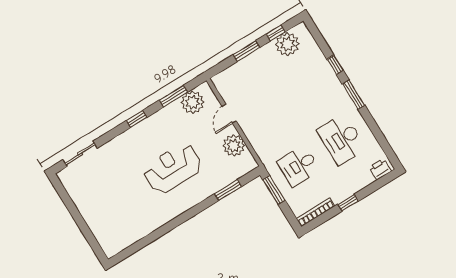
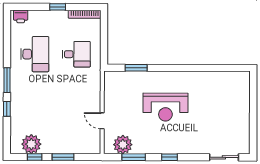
door: (229, 114) -> (102, 121), swing flipped
plant: (234, 146) -> (113, 96), removed
window: (274, 190) -> (104, 48), removed

